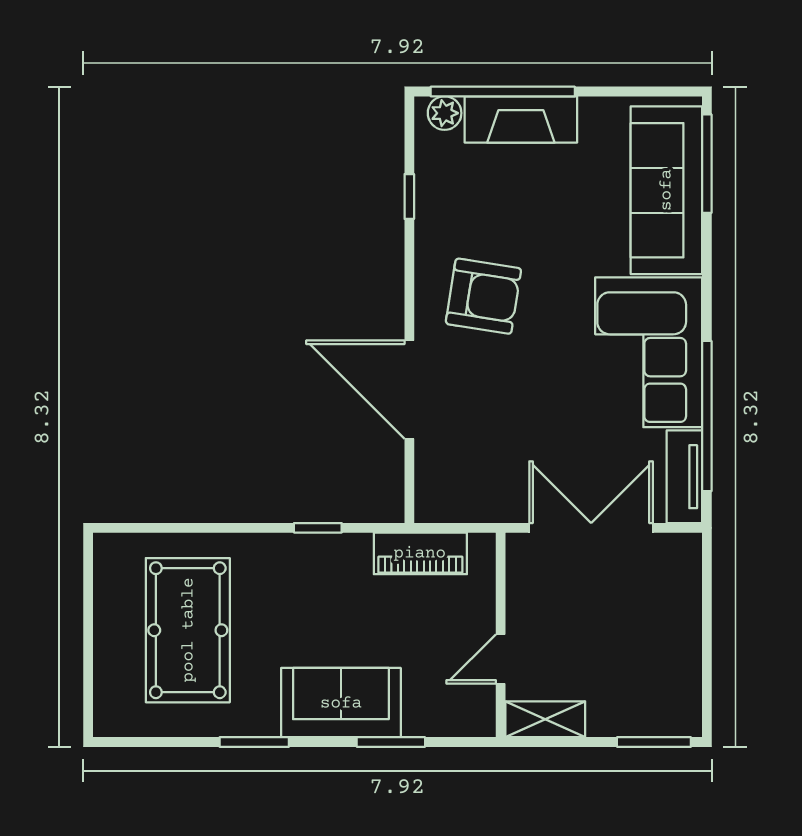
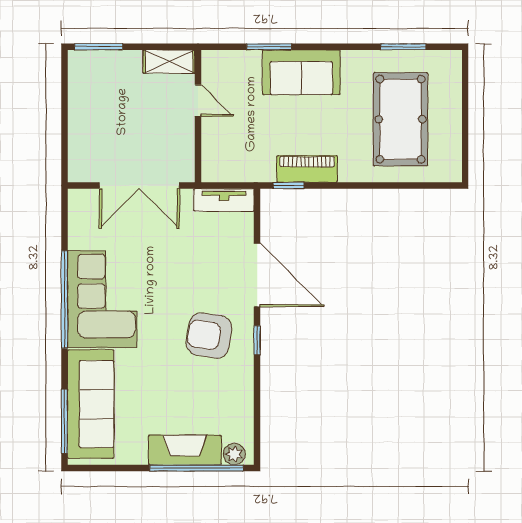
window: (409, 196) -> (257, 340), moved
window: (707, 416) -> (64, 299), moved
tv unit: (684, 477) -> (224, 200), moved, turned 90
window: (318, 528) -> (289, 186), moved
piano: (420, 553) -> (307, 169), moved
door: (501, 659) -> (198, 101), hinge flipped
window: (254, 742) -> (403, 47), moved

